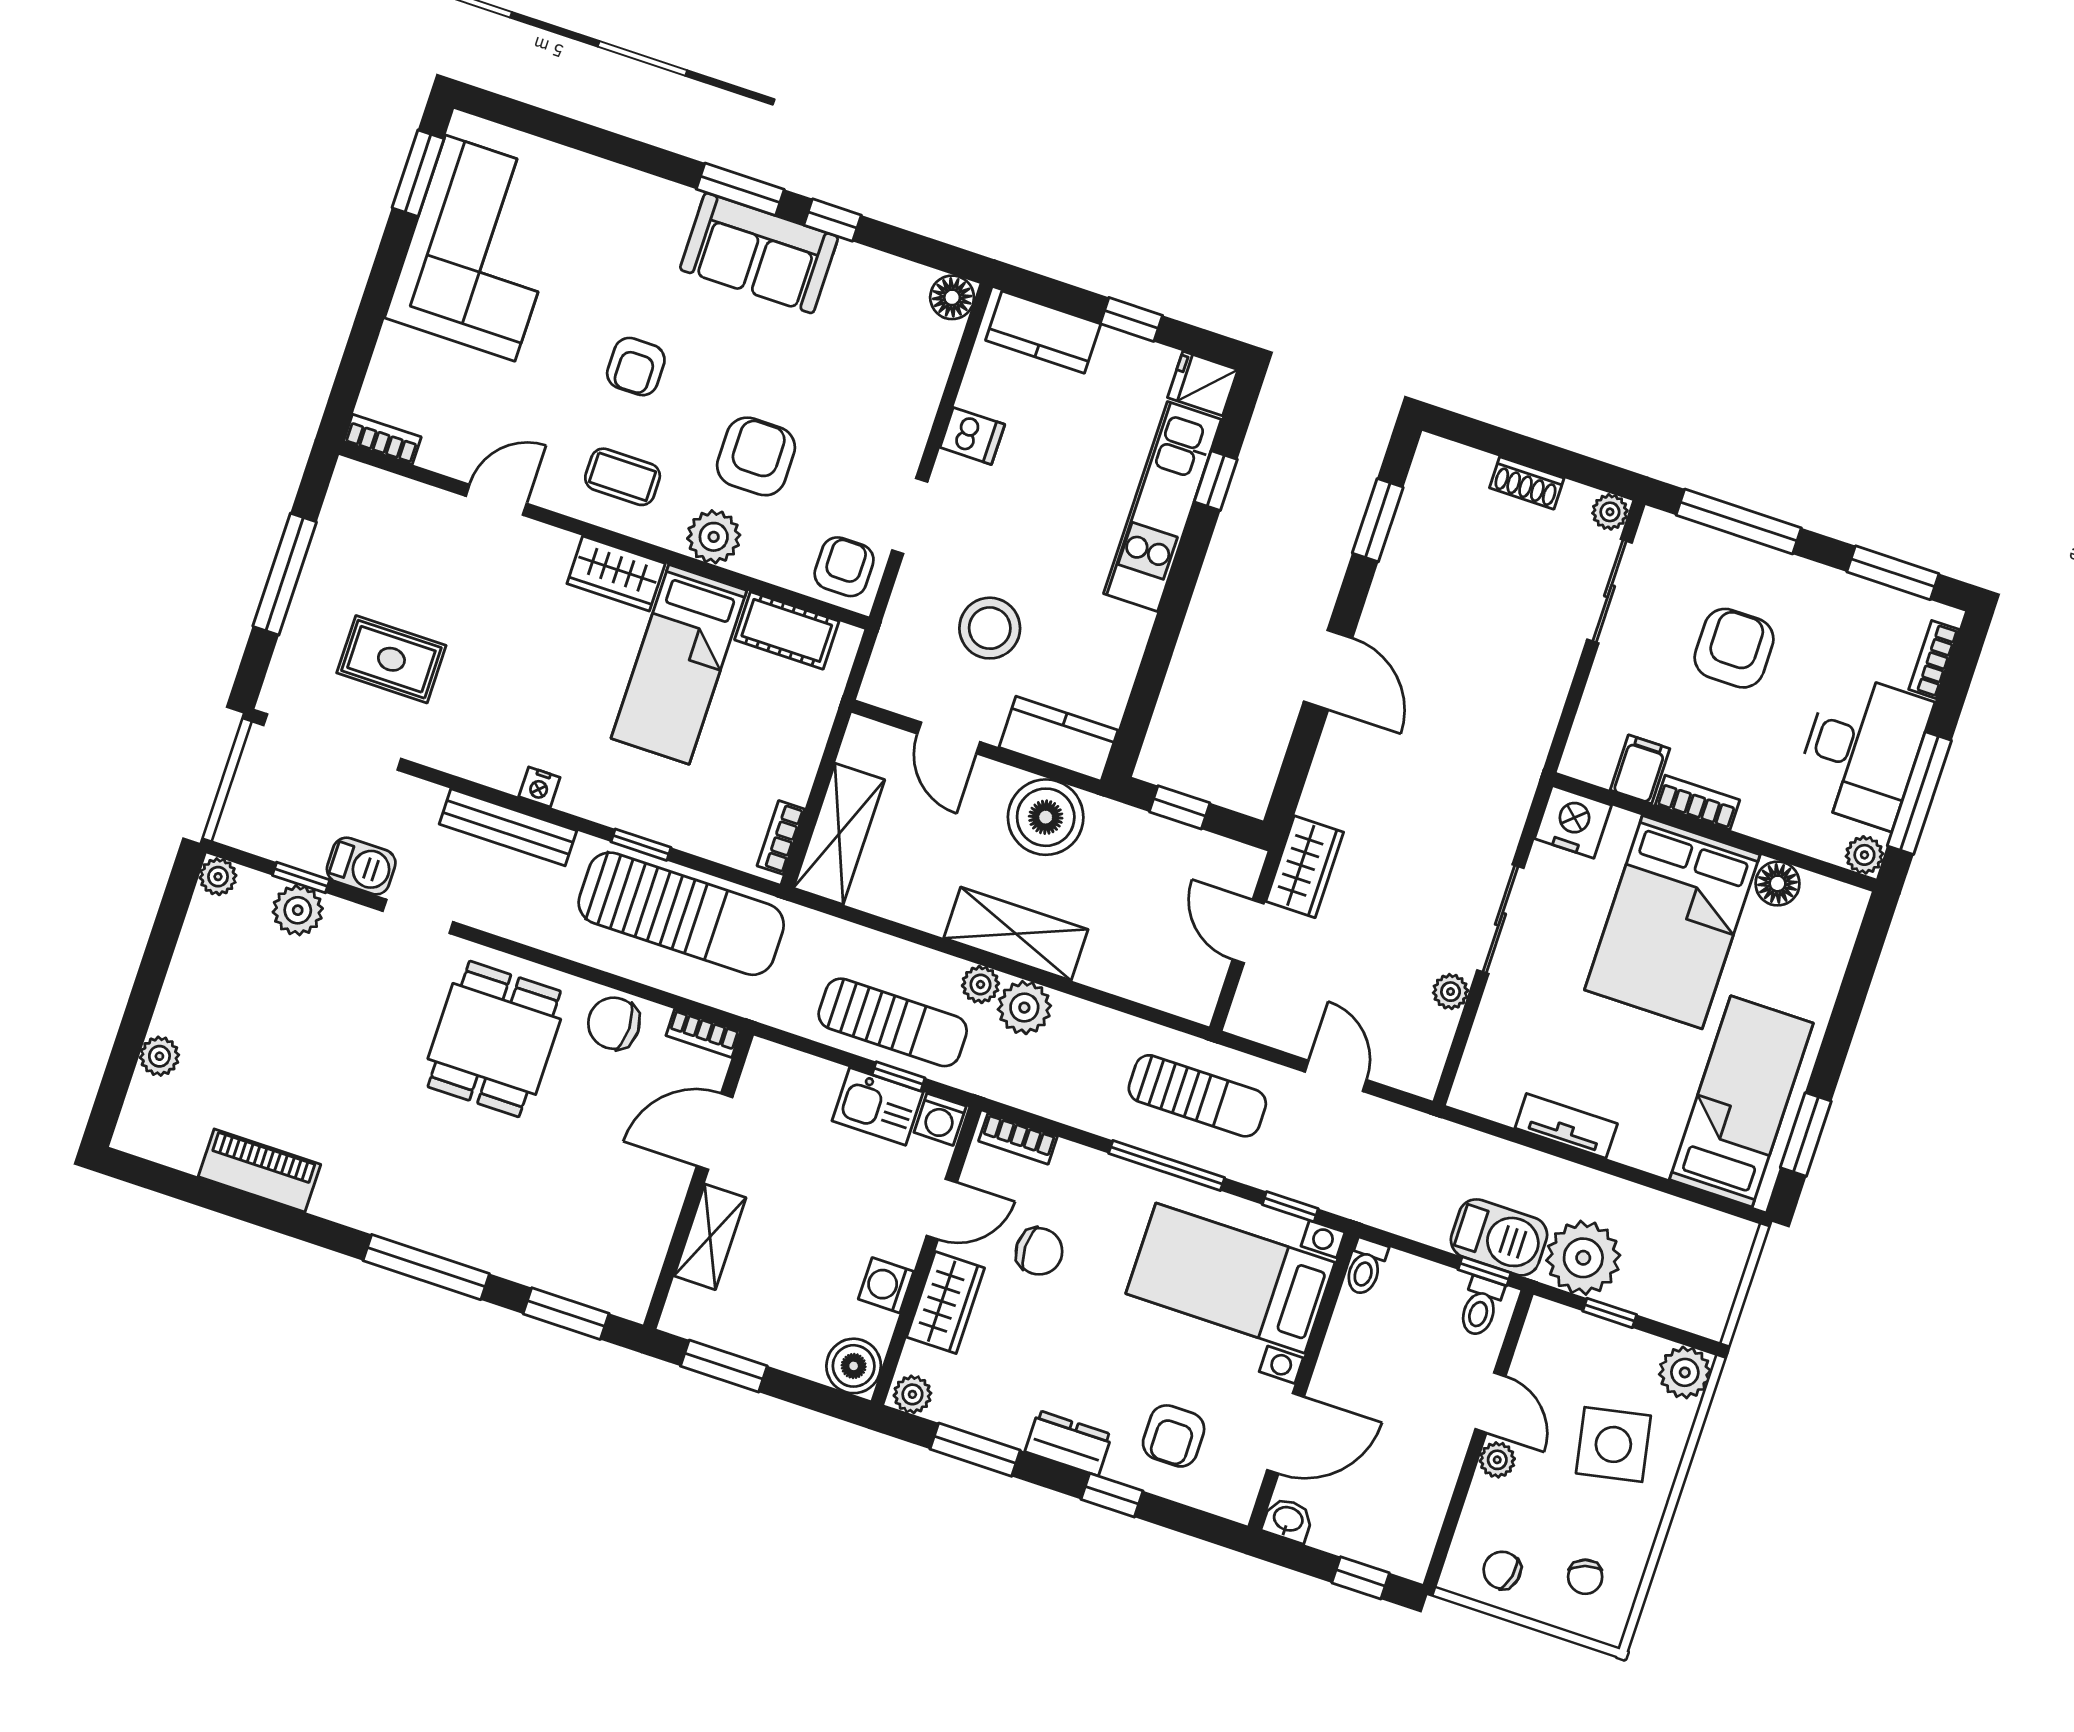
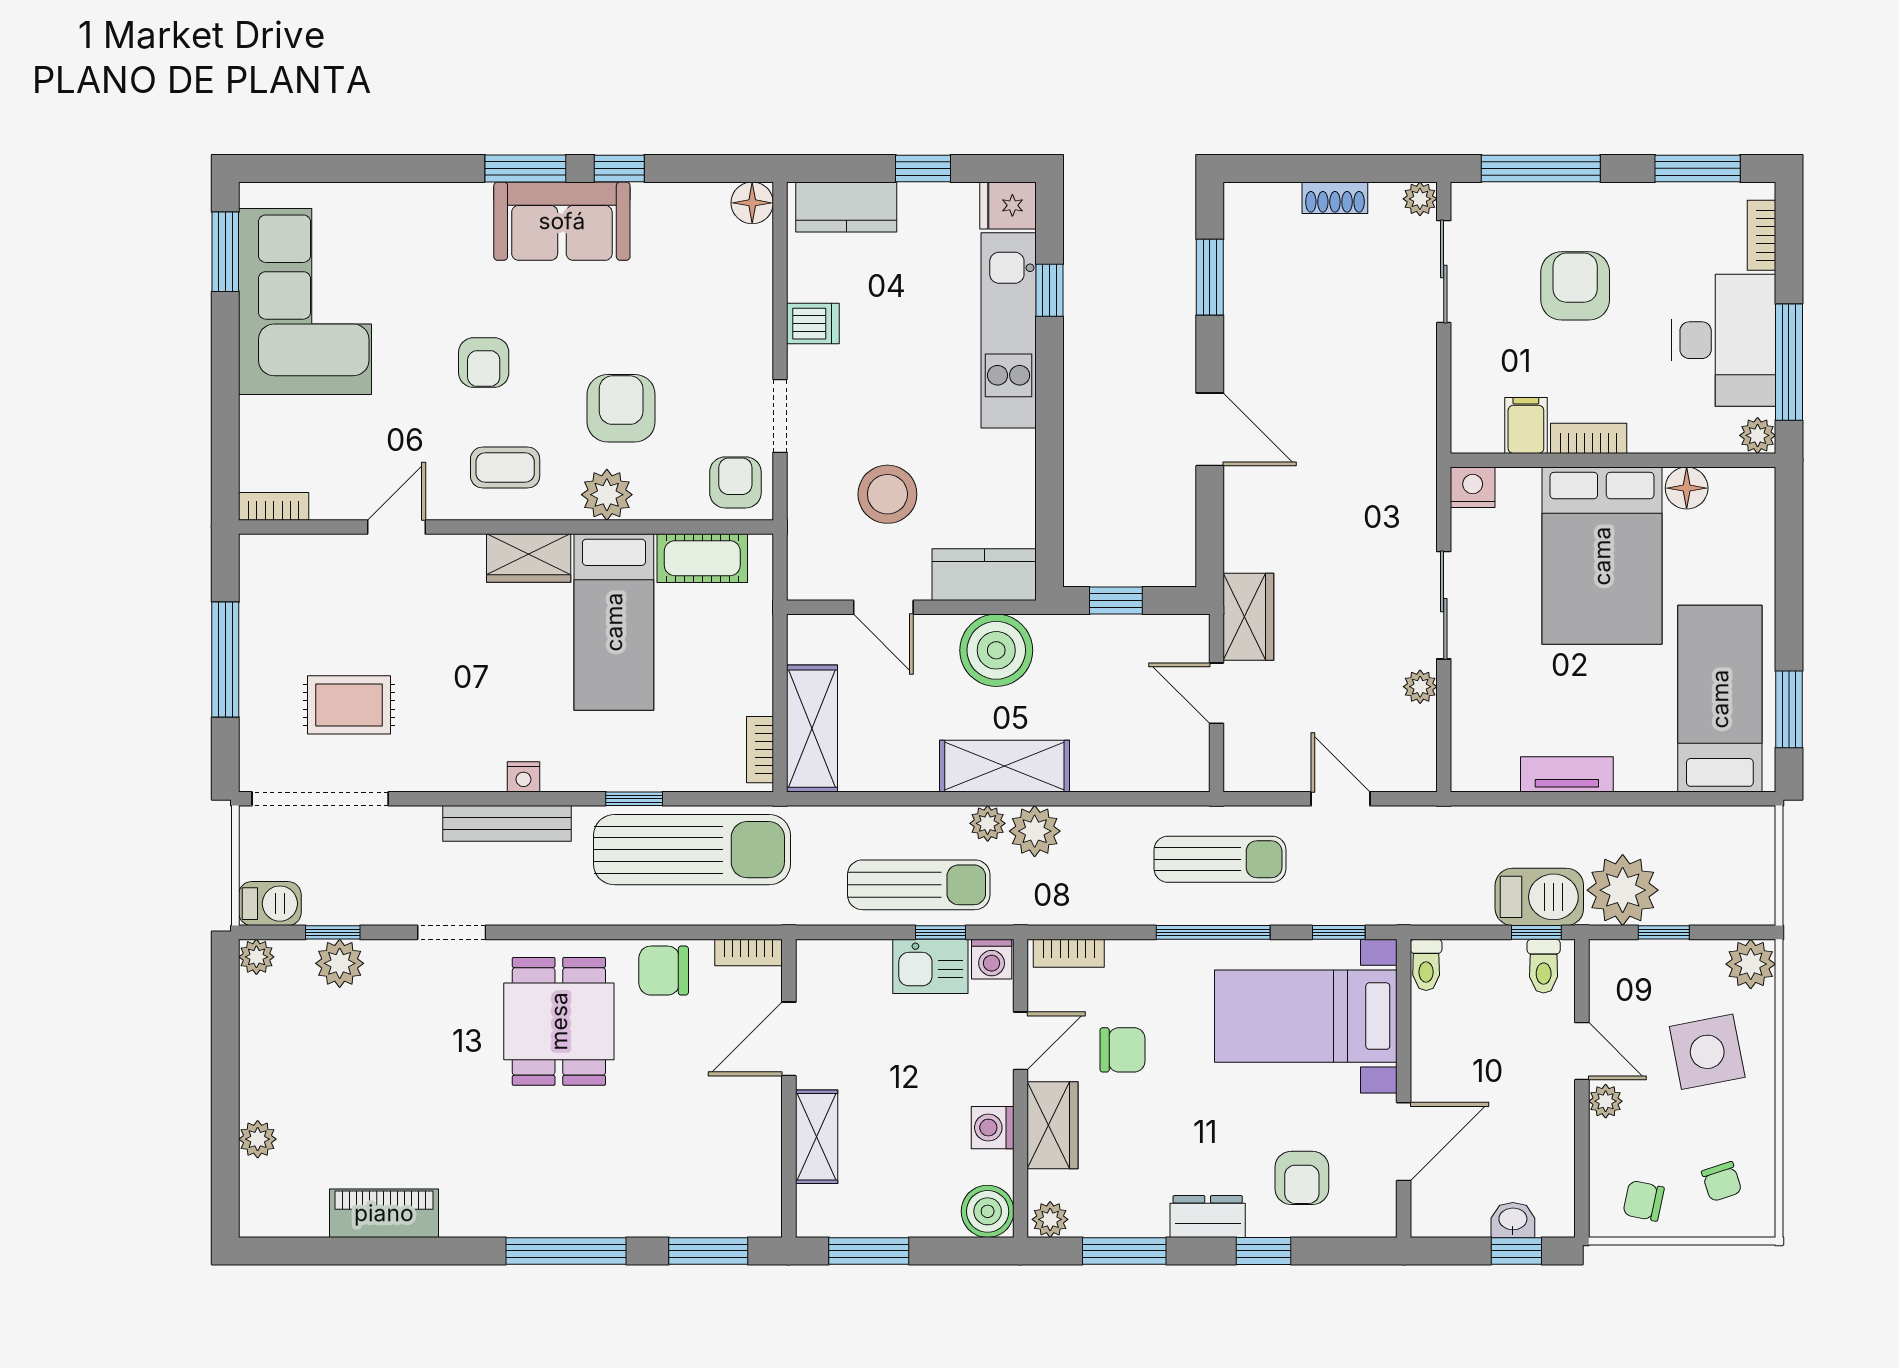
nightstand: (1573, 822) -> (1473, 487), width x0.74, depth x0.75
barbecue: (361, 866) -> (270, 904), moved
washbasin: (1288, 1520) -> (1513, 1220), moved

